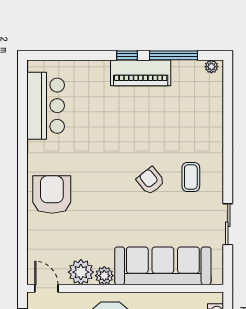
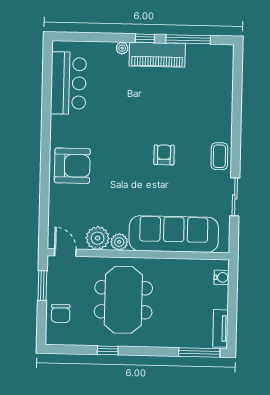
plant: (211, 67) -> (122, 48), moved
coffee table: (191, 177) -> (219, 156), moved
armchair: (150, 181) -> (164, 155), turned 39
armchair: (52, 195) -> (72, 166), turned 90

